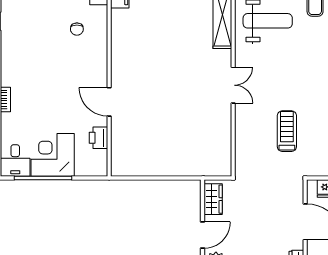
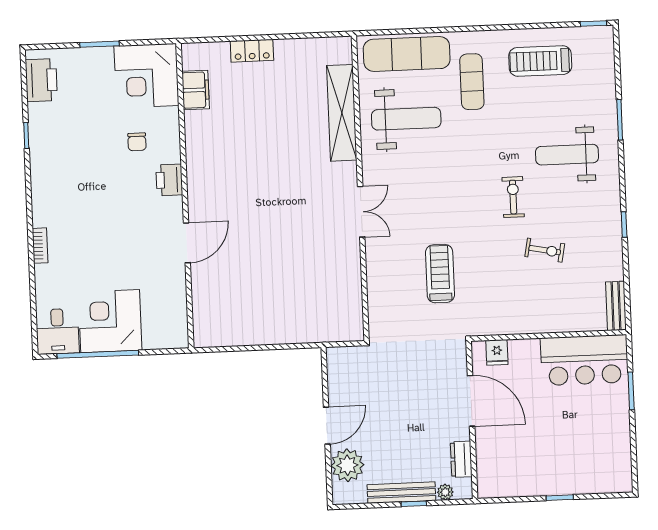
door: (109, 102) -> (187, 243), swing flipped
printer: (99, 138) -> (169, 180), moved
wardrobe: (213, 199) -> (340, 374), removed

